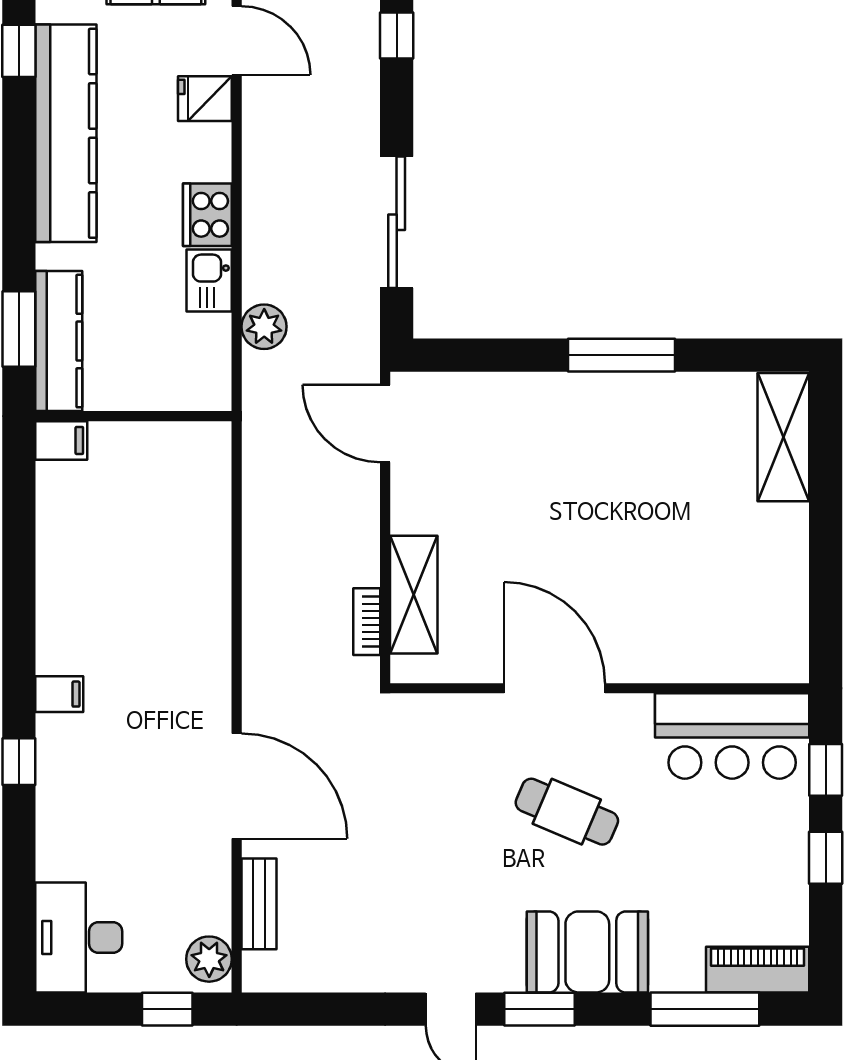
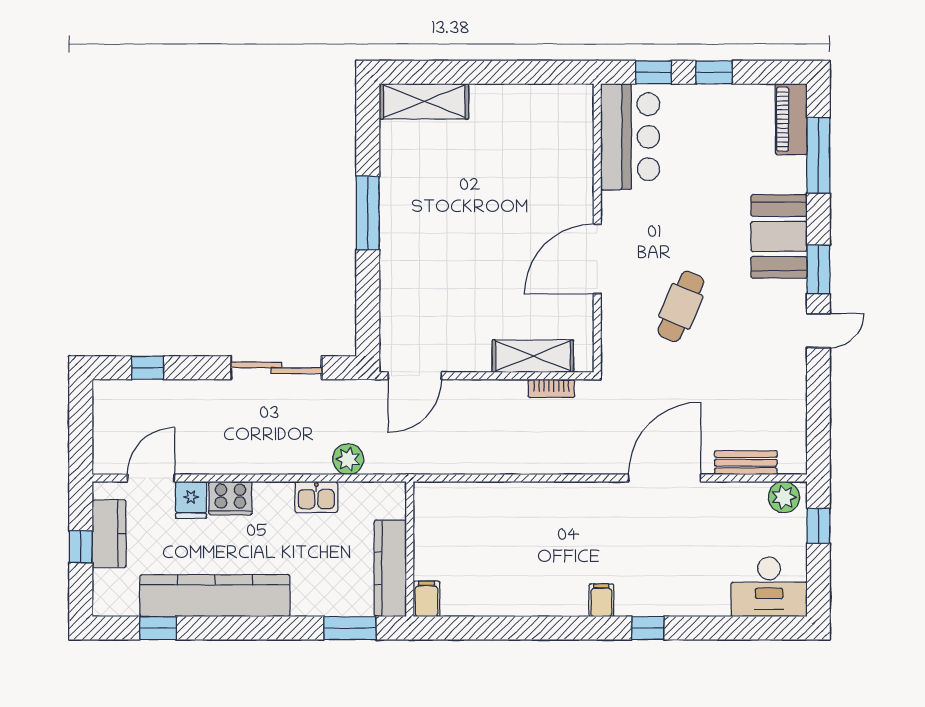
cooker: (207, 215) -> (230, 498), moved
kitchen counter: (59, 341) -> (390, 568), moved, turned -90
cafe table: (567, 812) -> (681, 306), moved

